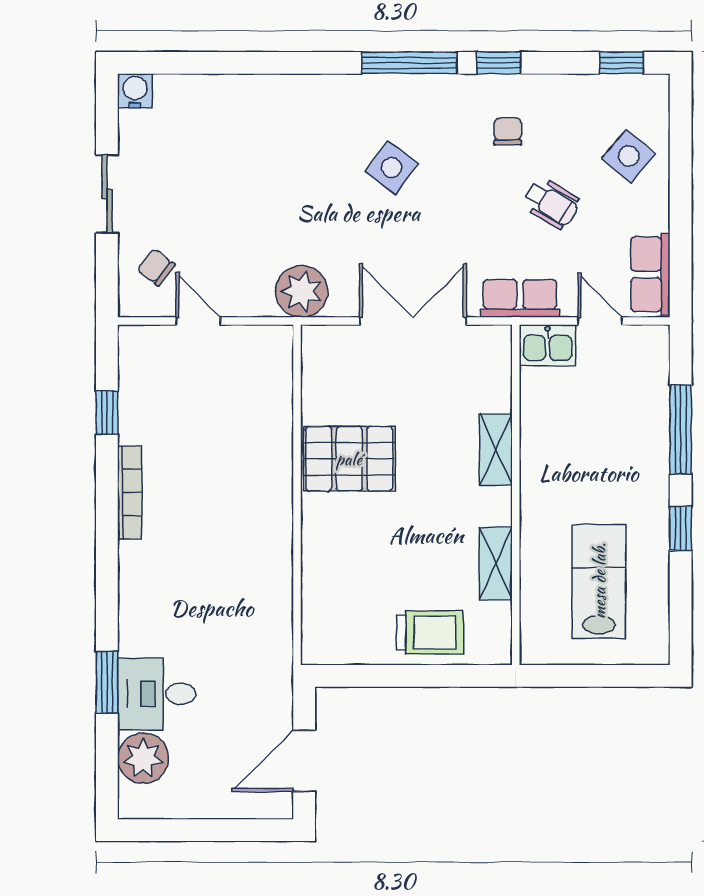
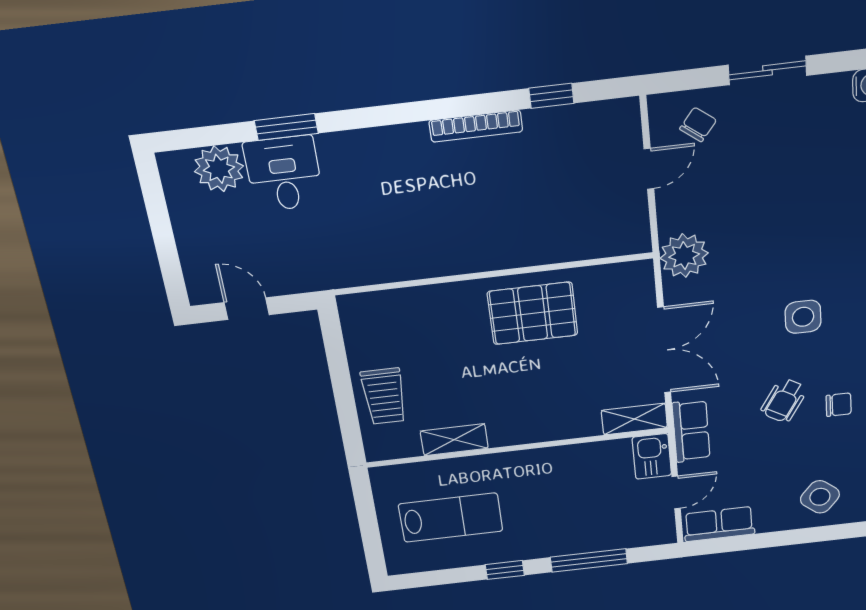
side table: (392, 168) -> (803, 317), turned -37
wheelchair: (551, 203) -> (784, 400), moved
shelving: (496, 450) -> (634, 419), moved
pallet: (349, 459) -> (533, 313), turned 90
door: (304, 761) -> (247, 309), width x0.73

